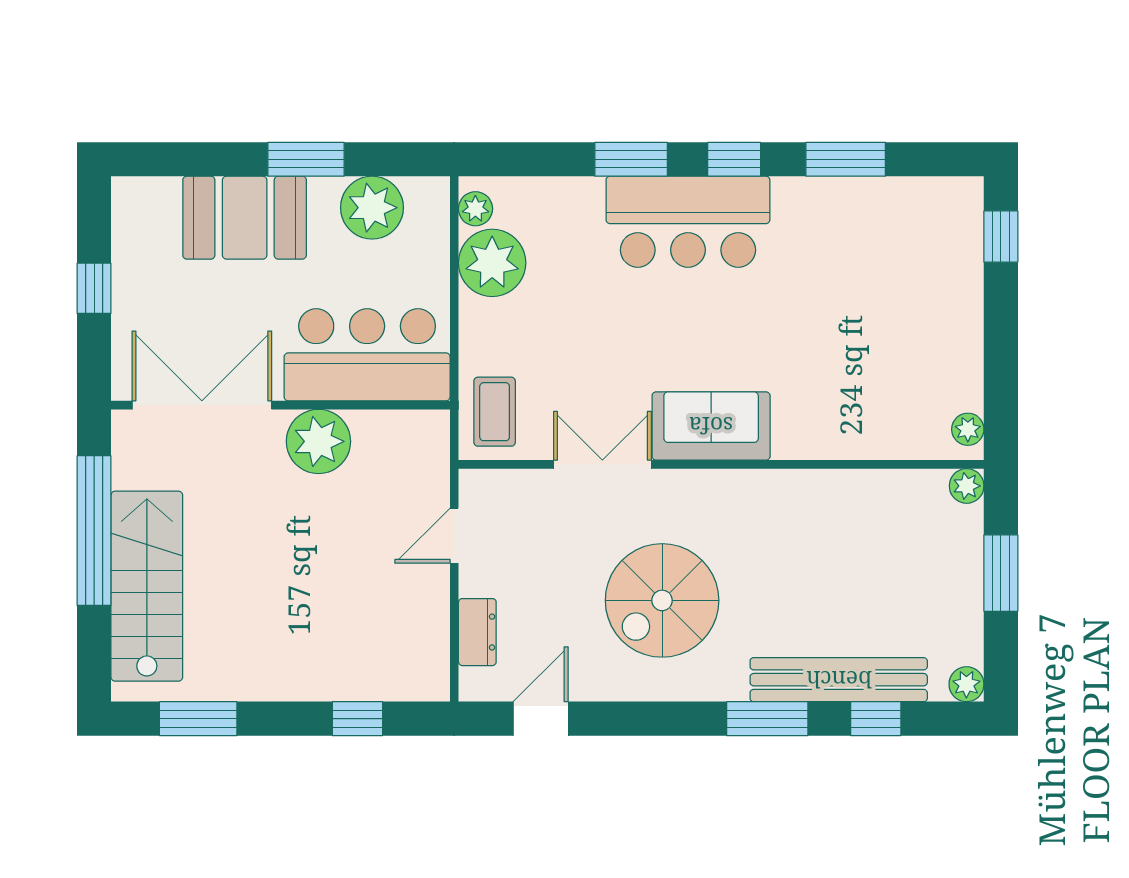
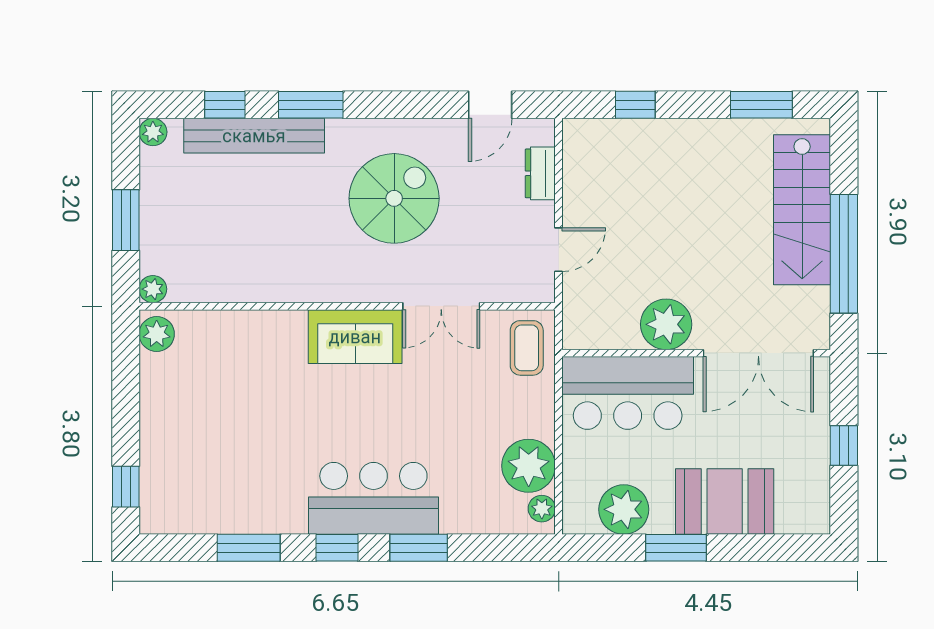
plant: (968, 429) -> (157, 334), width x1.38, depth x1.38

